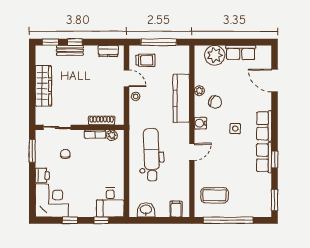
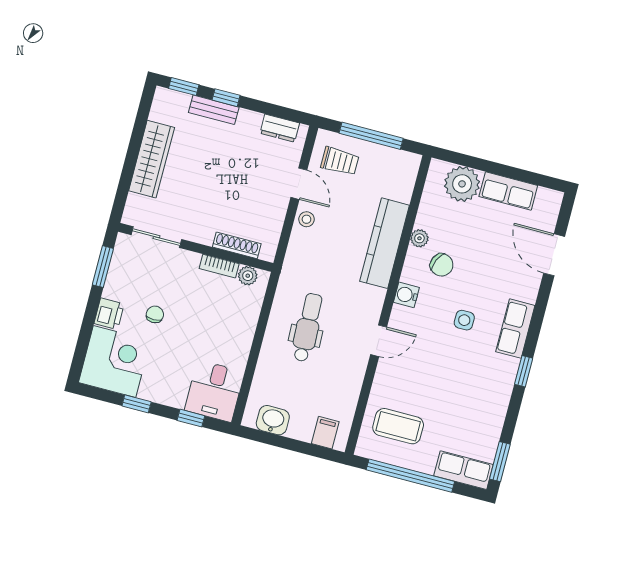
chair: (65, 154) -> (155, 314), moved
dental chair: (151, 155) -> (307, 327), width x0.73, depth x0.72
row of seats: (264, 158) -> (463, 470), moved, turned 90
window: (275, 159) -> (524, 371), moved

